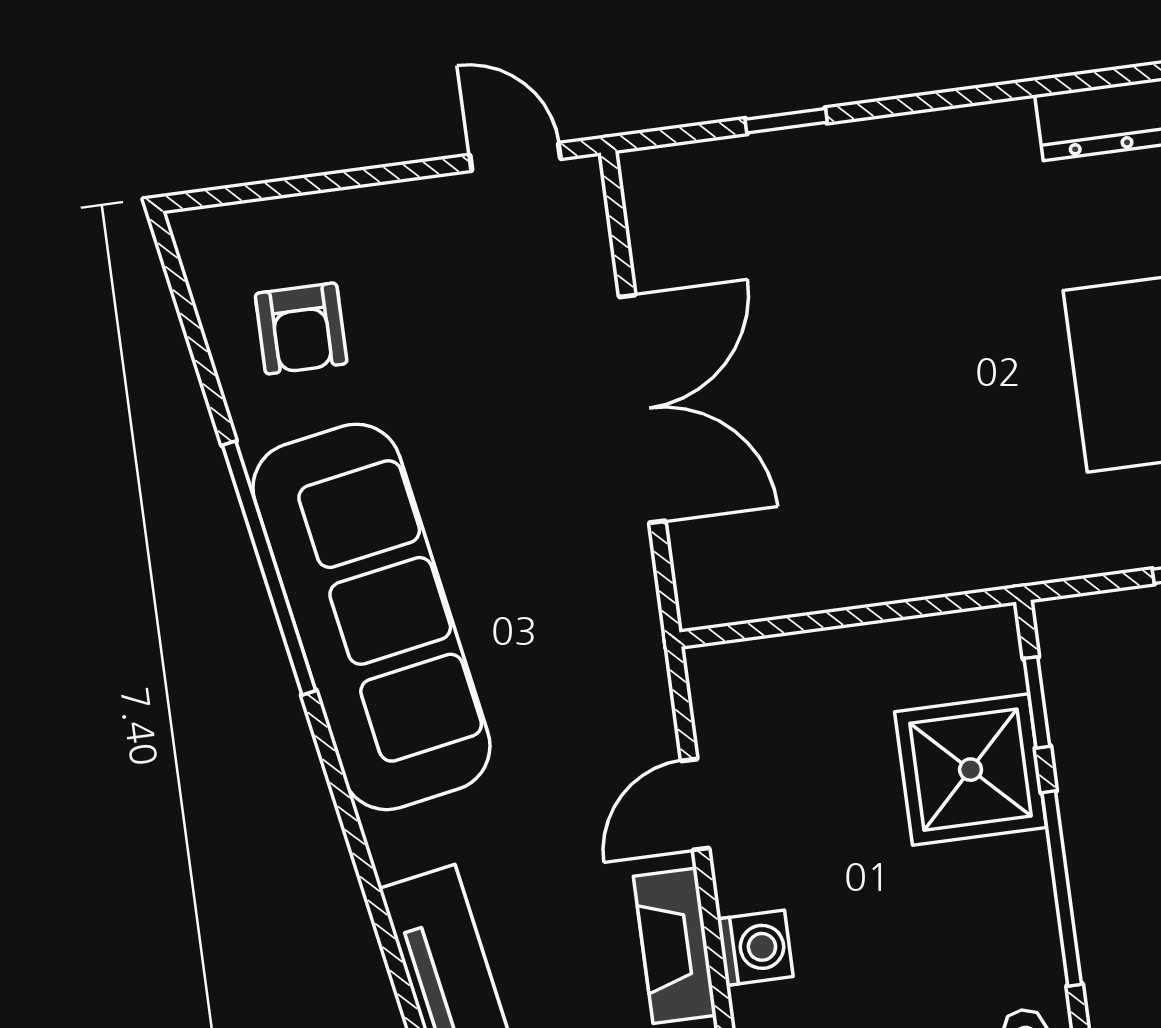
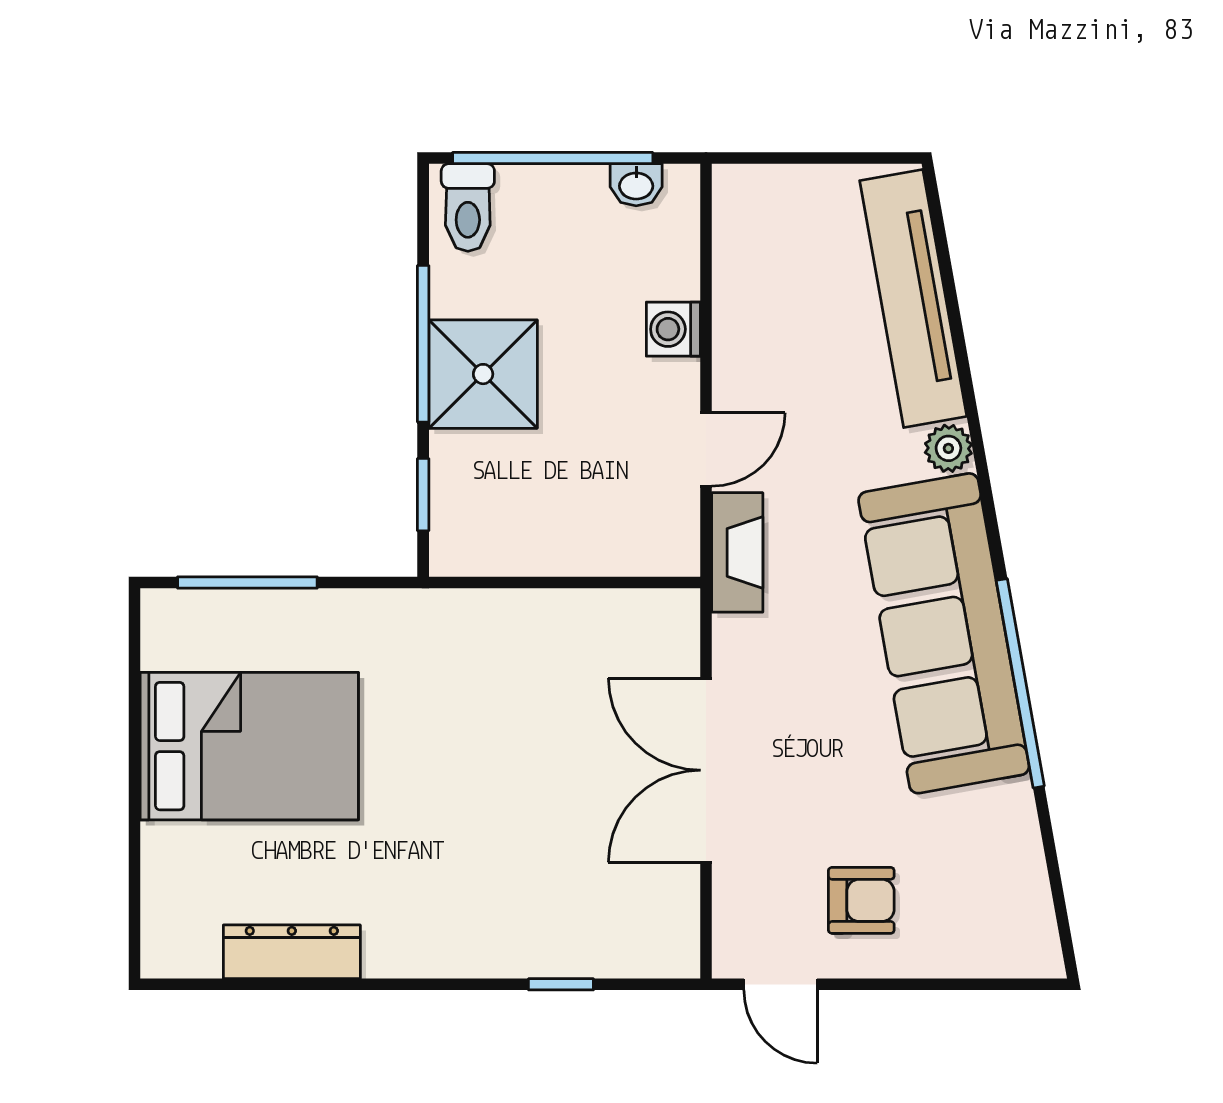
armchair: (301, 328) -> (861, 900), moved, turned 90
shower: (971, 770) -> (483, 374), moved
plant: (396, 846) -> (948, 448), added
fireplace: (675, 946) -> (737, 552), moved

